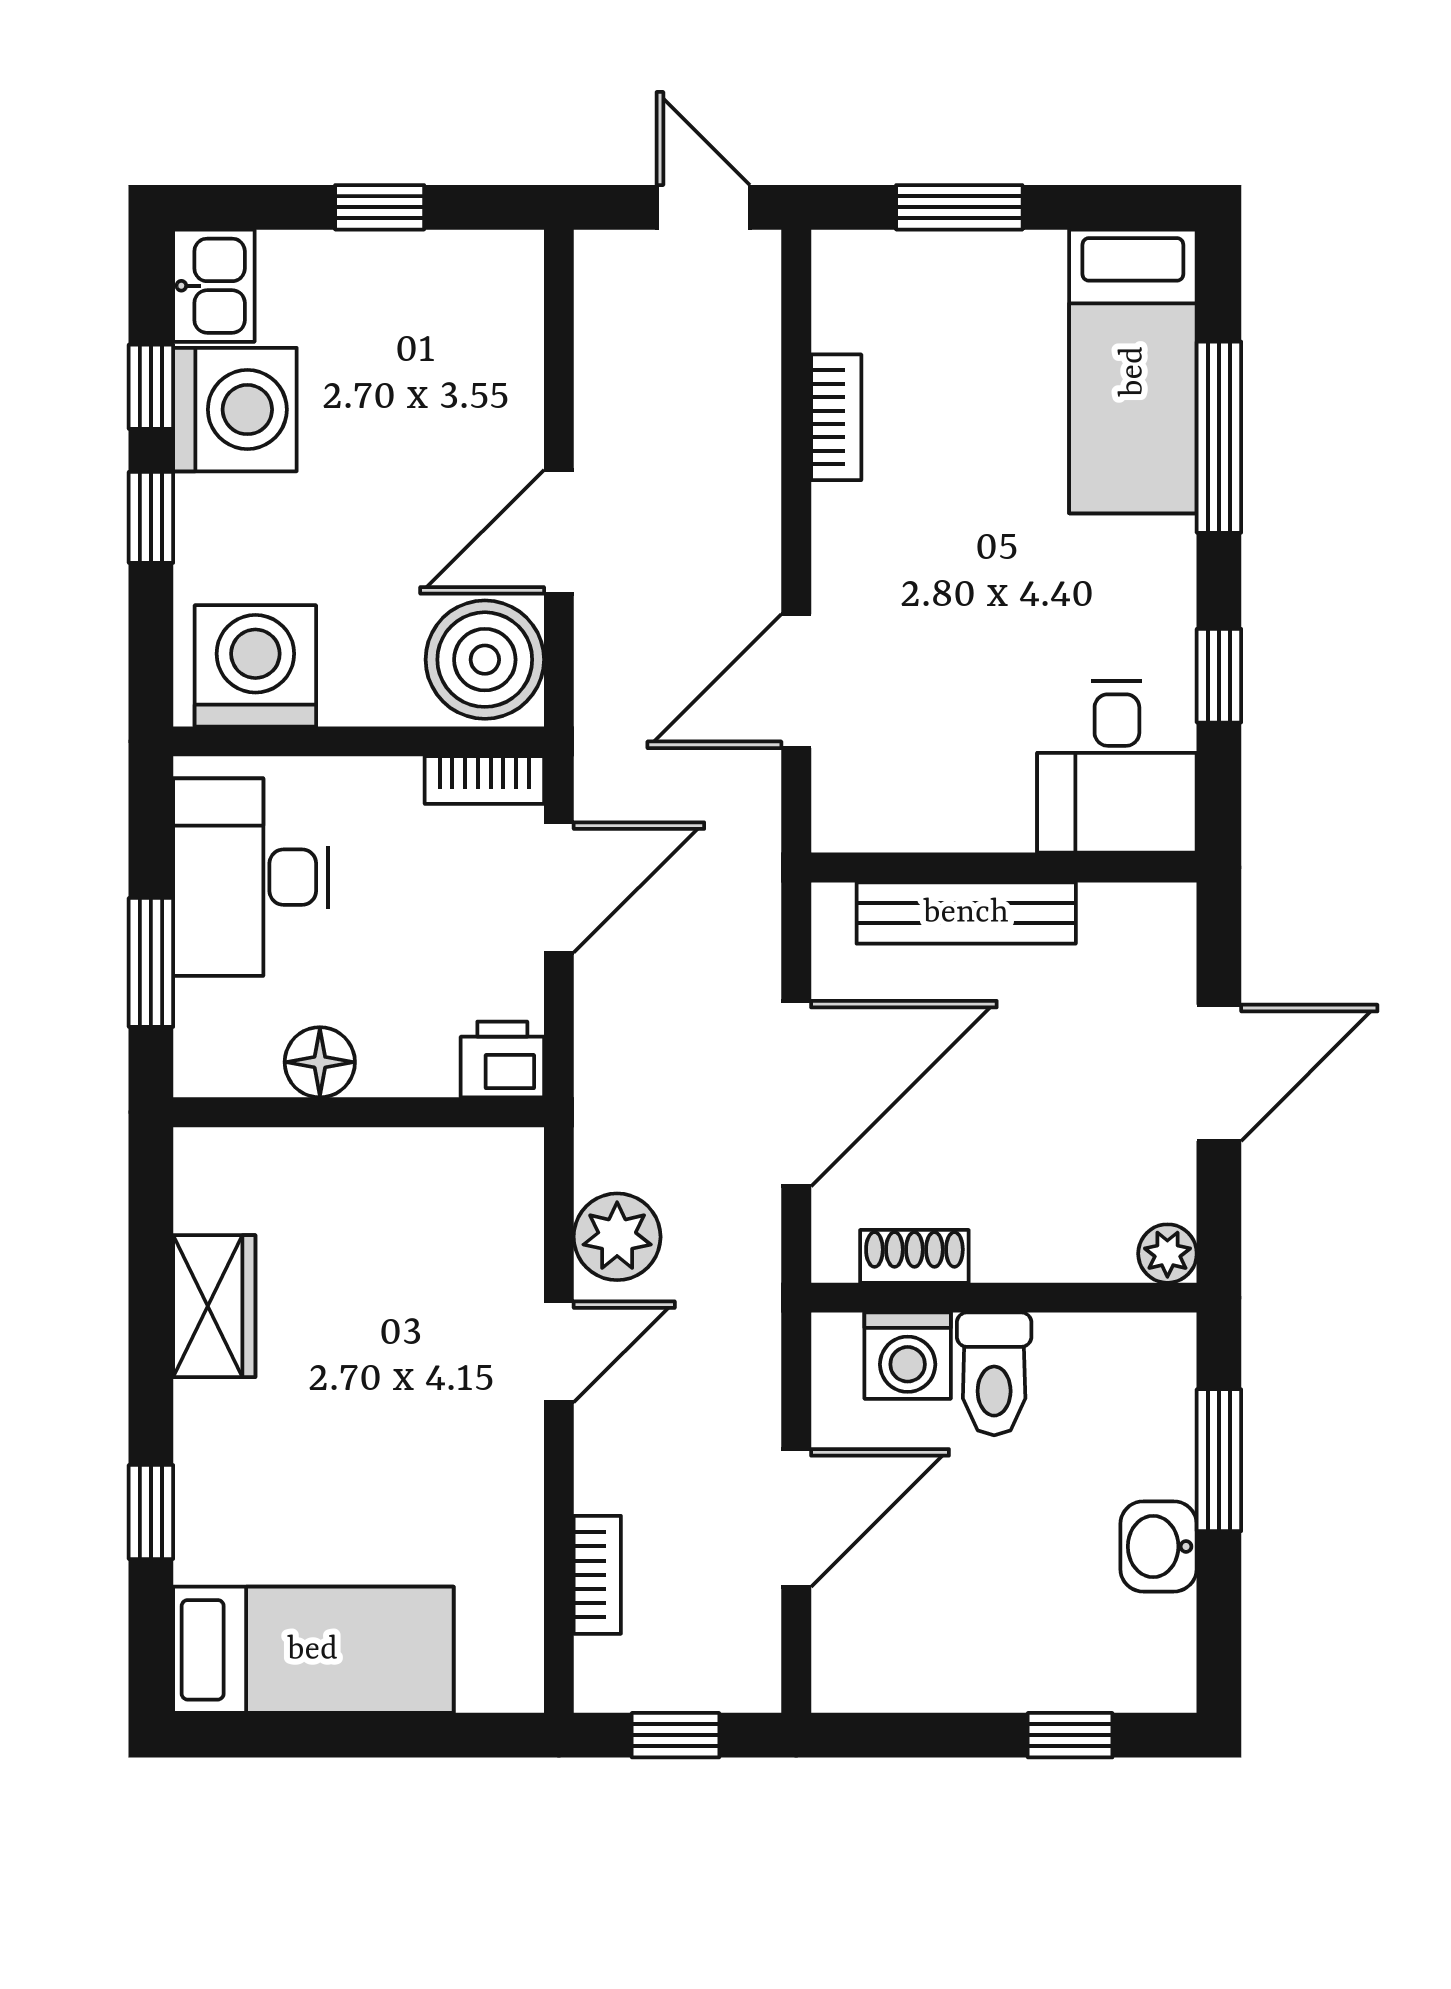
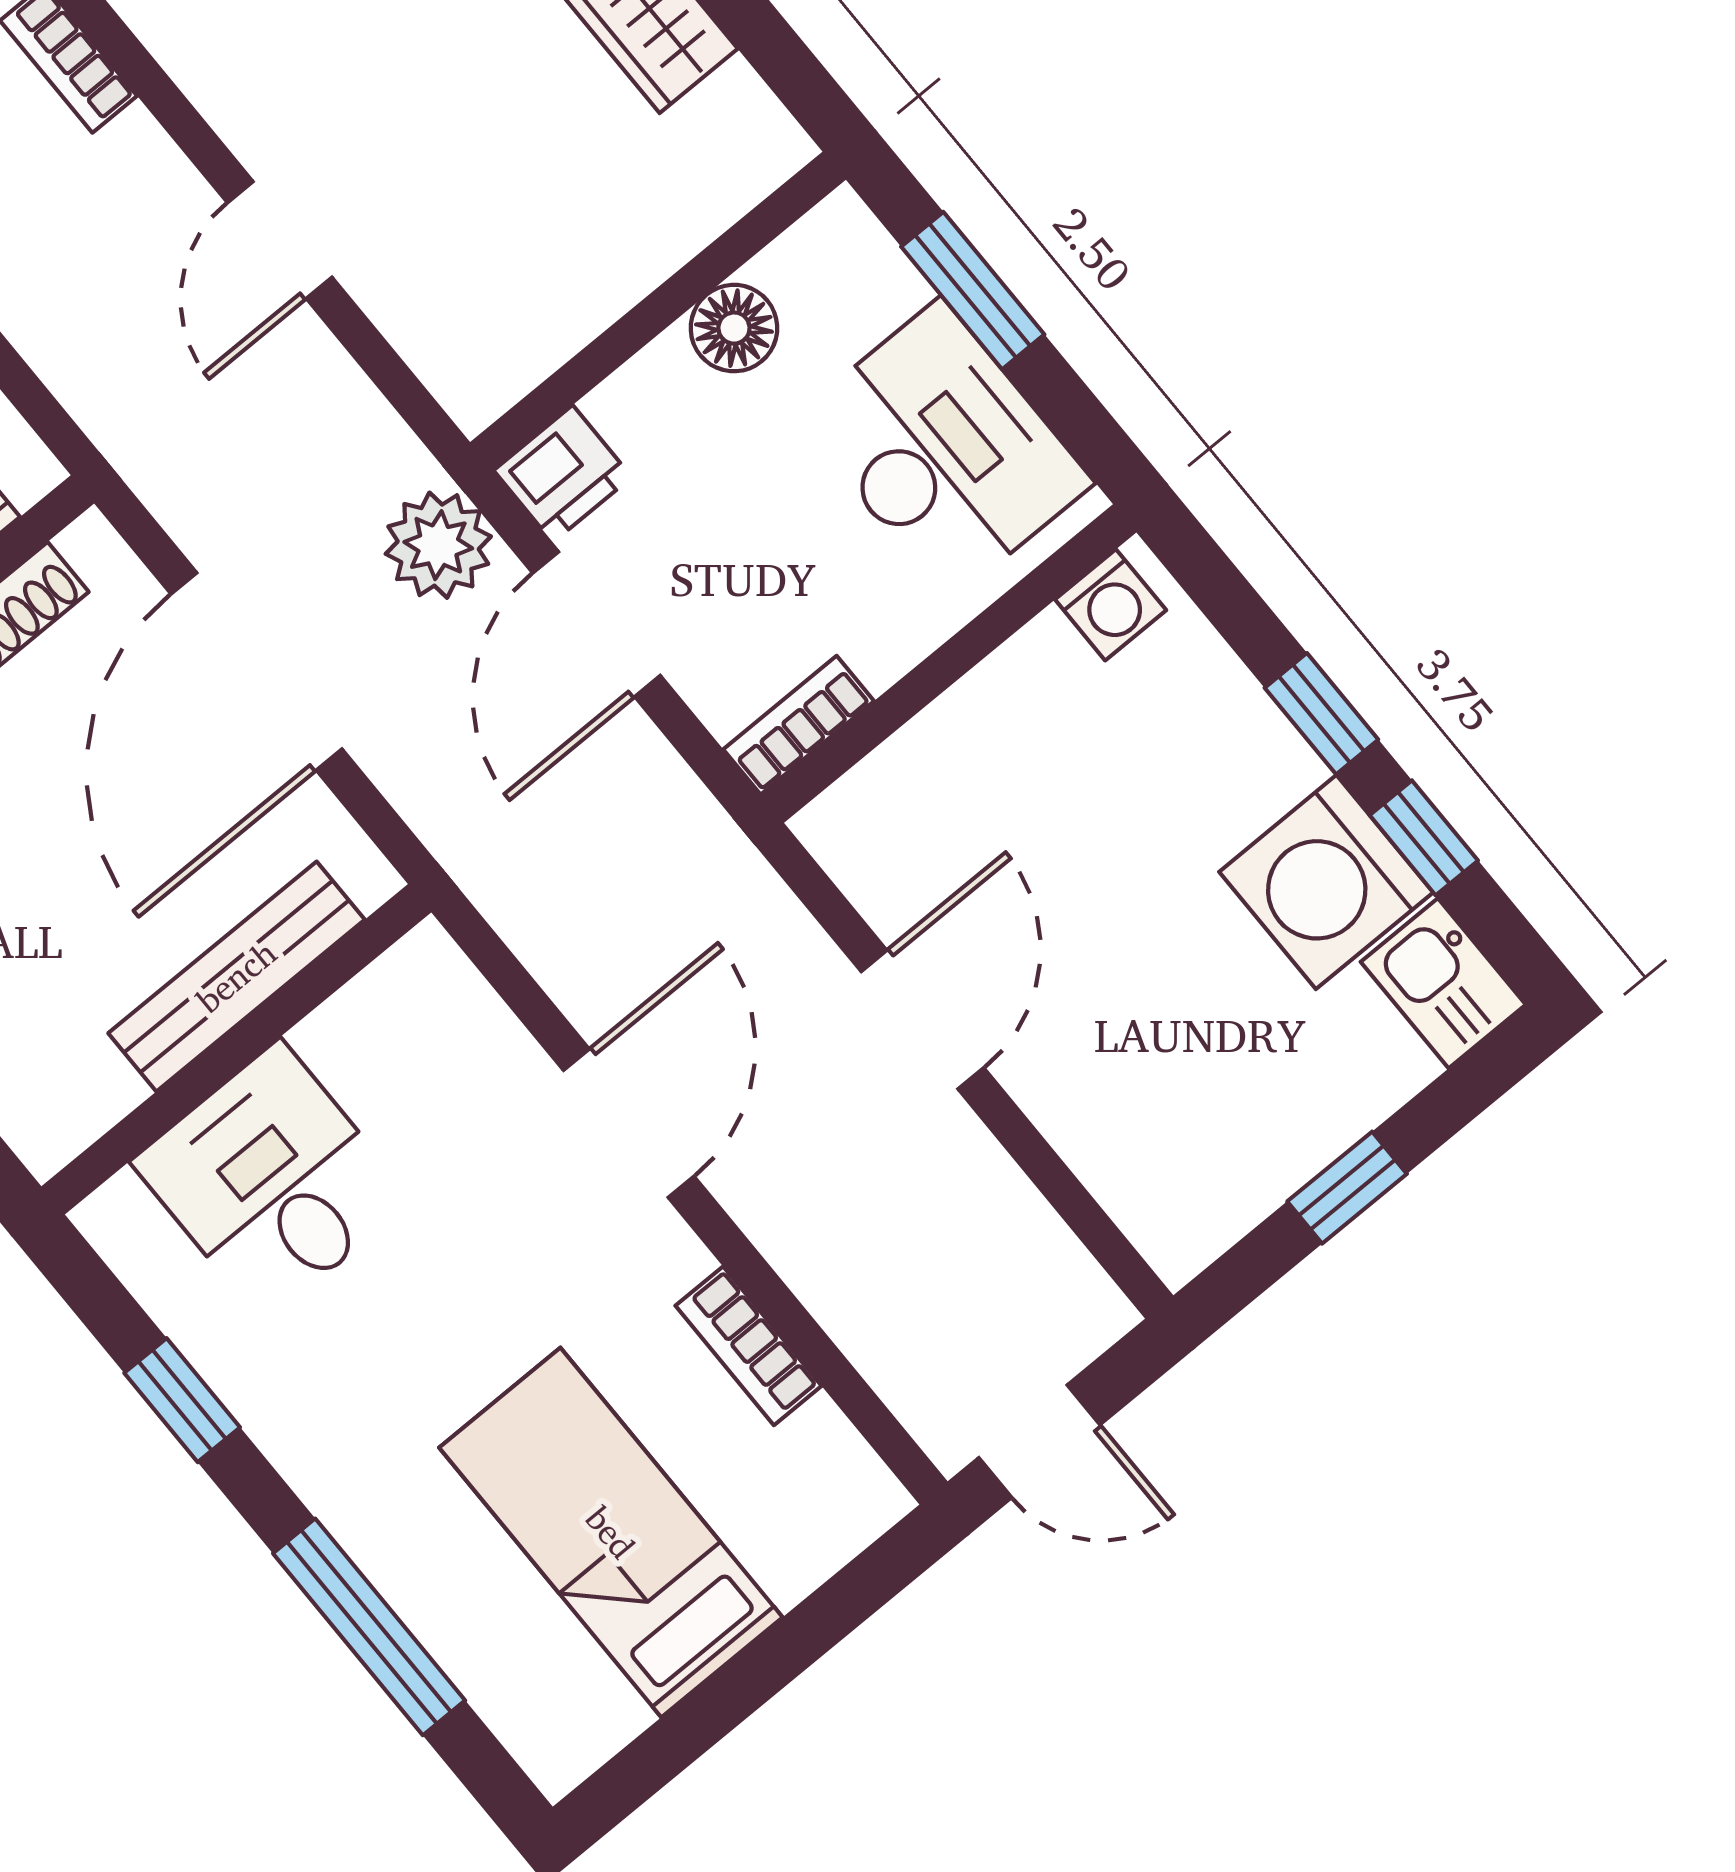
window: (959, 207) -> (796, 1642), removed
bed: (1133, 371) -> (611, 1532), moved
boiler: (485, 660) -> (893, 840), removed
washing machine: (255, 666) -> (1111, 605), width x0.53, depth x0.53
door: (796, 681) -> (629, 1123), moved
desk: (1117, 767) -> (272, 1181), moved
door: (559, 887) -> (597, 624), moved
plant: (617, 1237) -> (438, 545), moved

